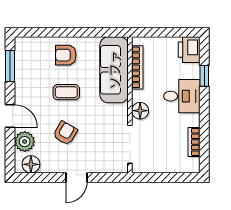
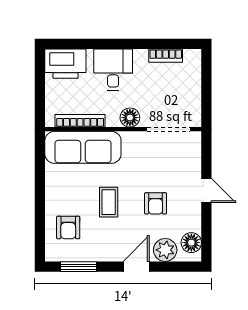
printer: (189, 50) -> (65, 64), width x1.37, depth x1.19
armchair: (66, 55) -> (68, 228), moved
window: (204, 76) -> (90, 44), removed
armchair: (65, 133) -> (156, 203), turned -120

